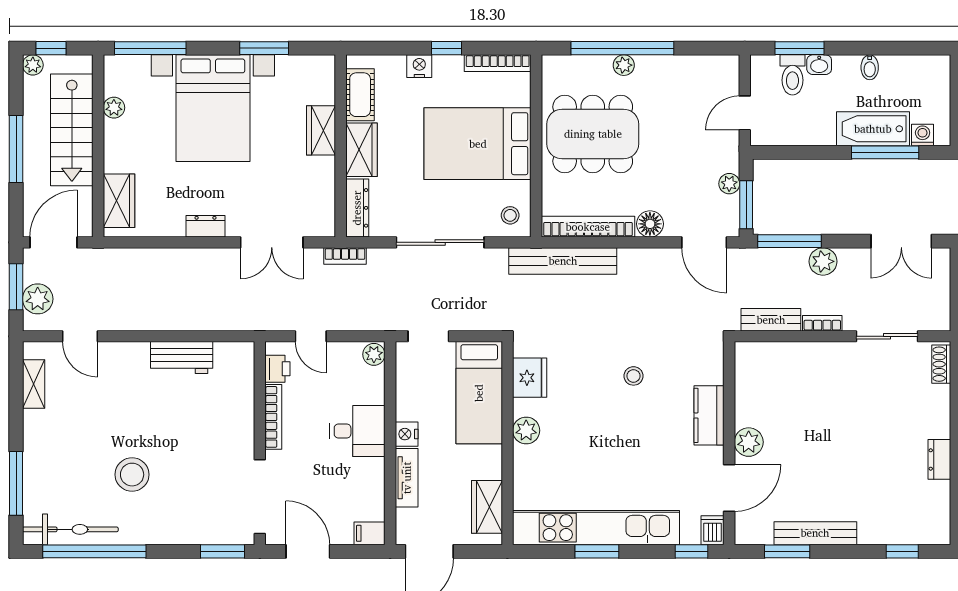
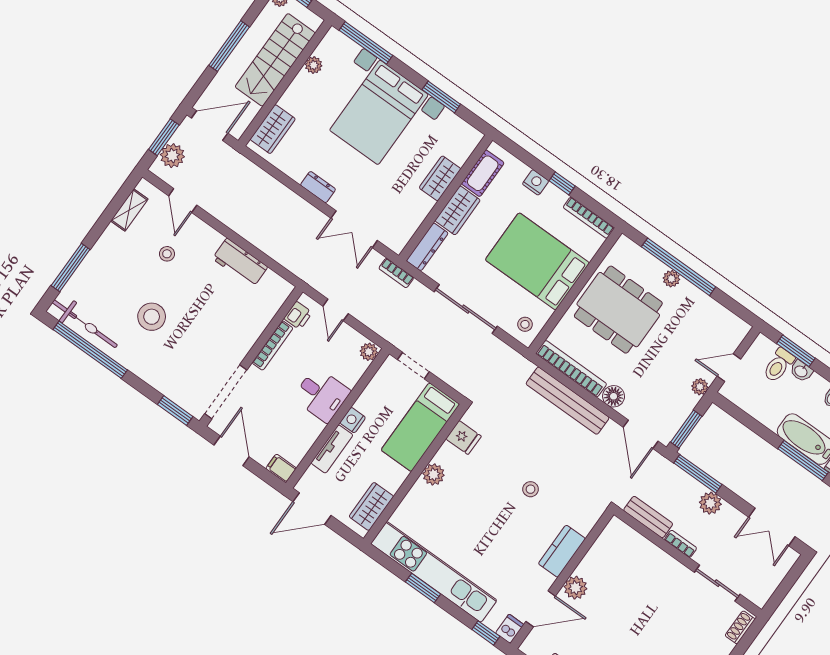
plant: (729, 184) -> (700, 387), moved
bench: (563, 261) -> (568, 401), moved
fridge: (530, 378) -> (464, 437), width x0.72
stool: (102, 401) -> (167, 254), added

